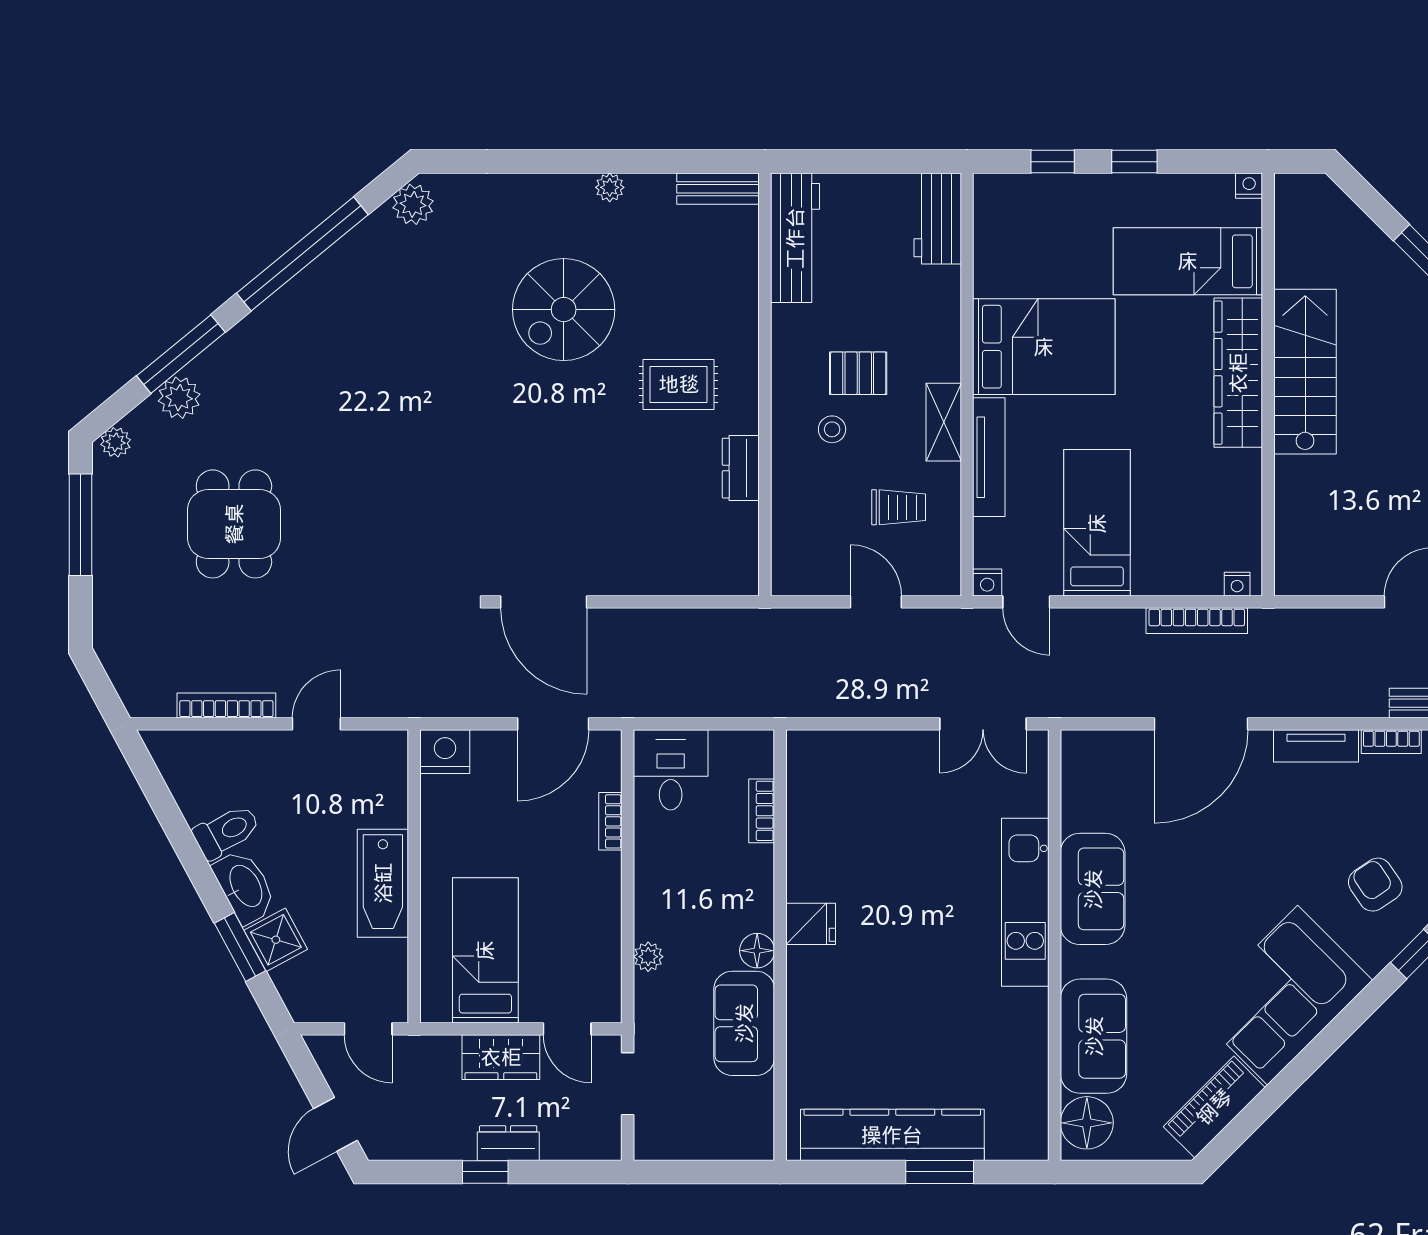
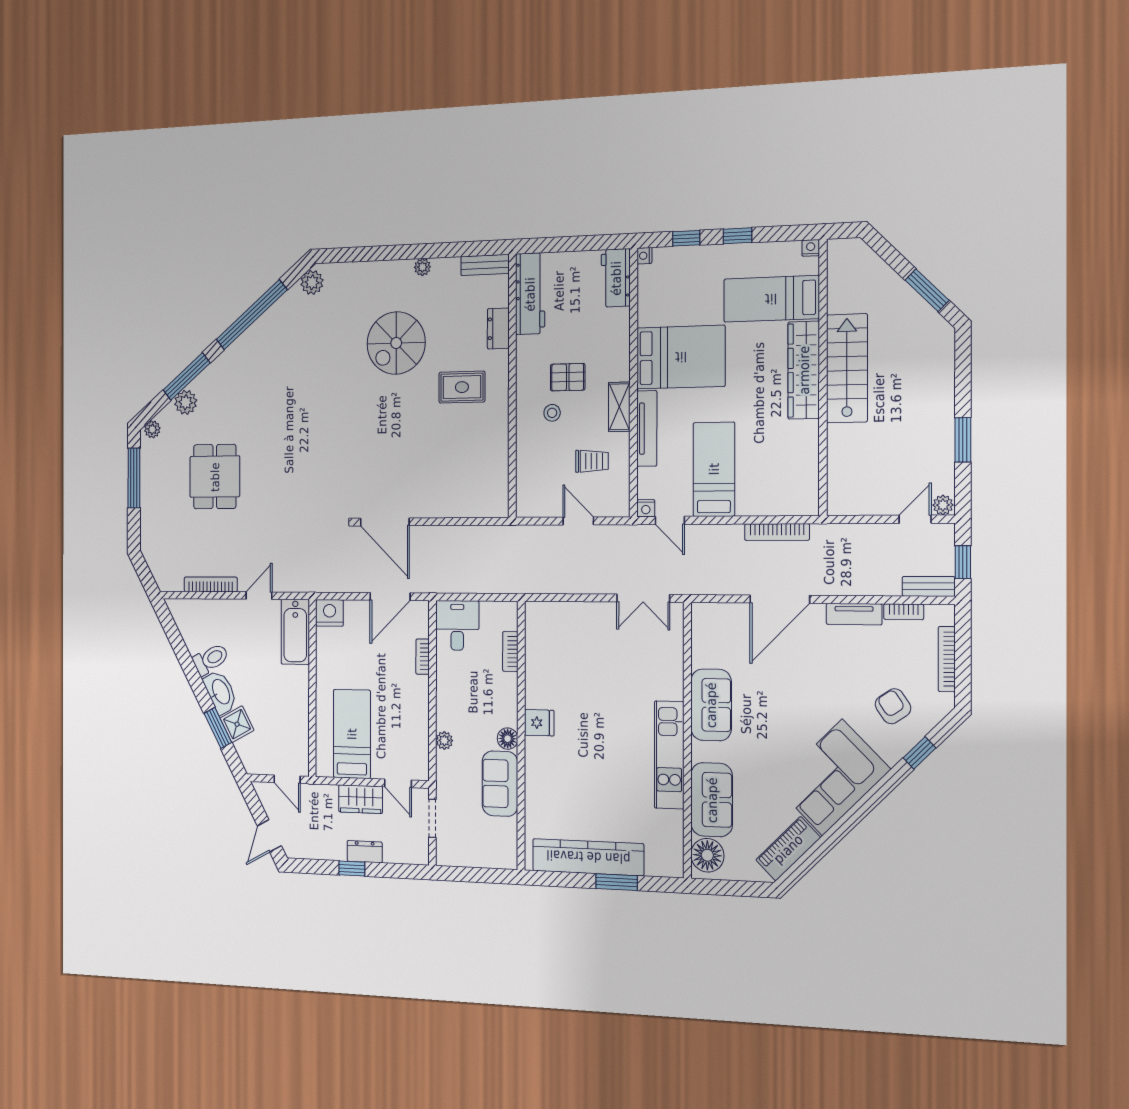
dresser: (741, 468) -> (498, 328), moved
nightstand: (1237, 584) -> (644, 256), moved, turned 90
bathtub: (383, 883) -> (295, 632), moved
kitchen unit: (1025, 902) -> (669, 755), moved

